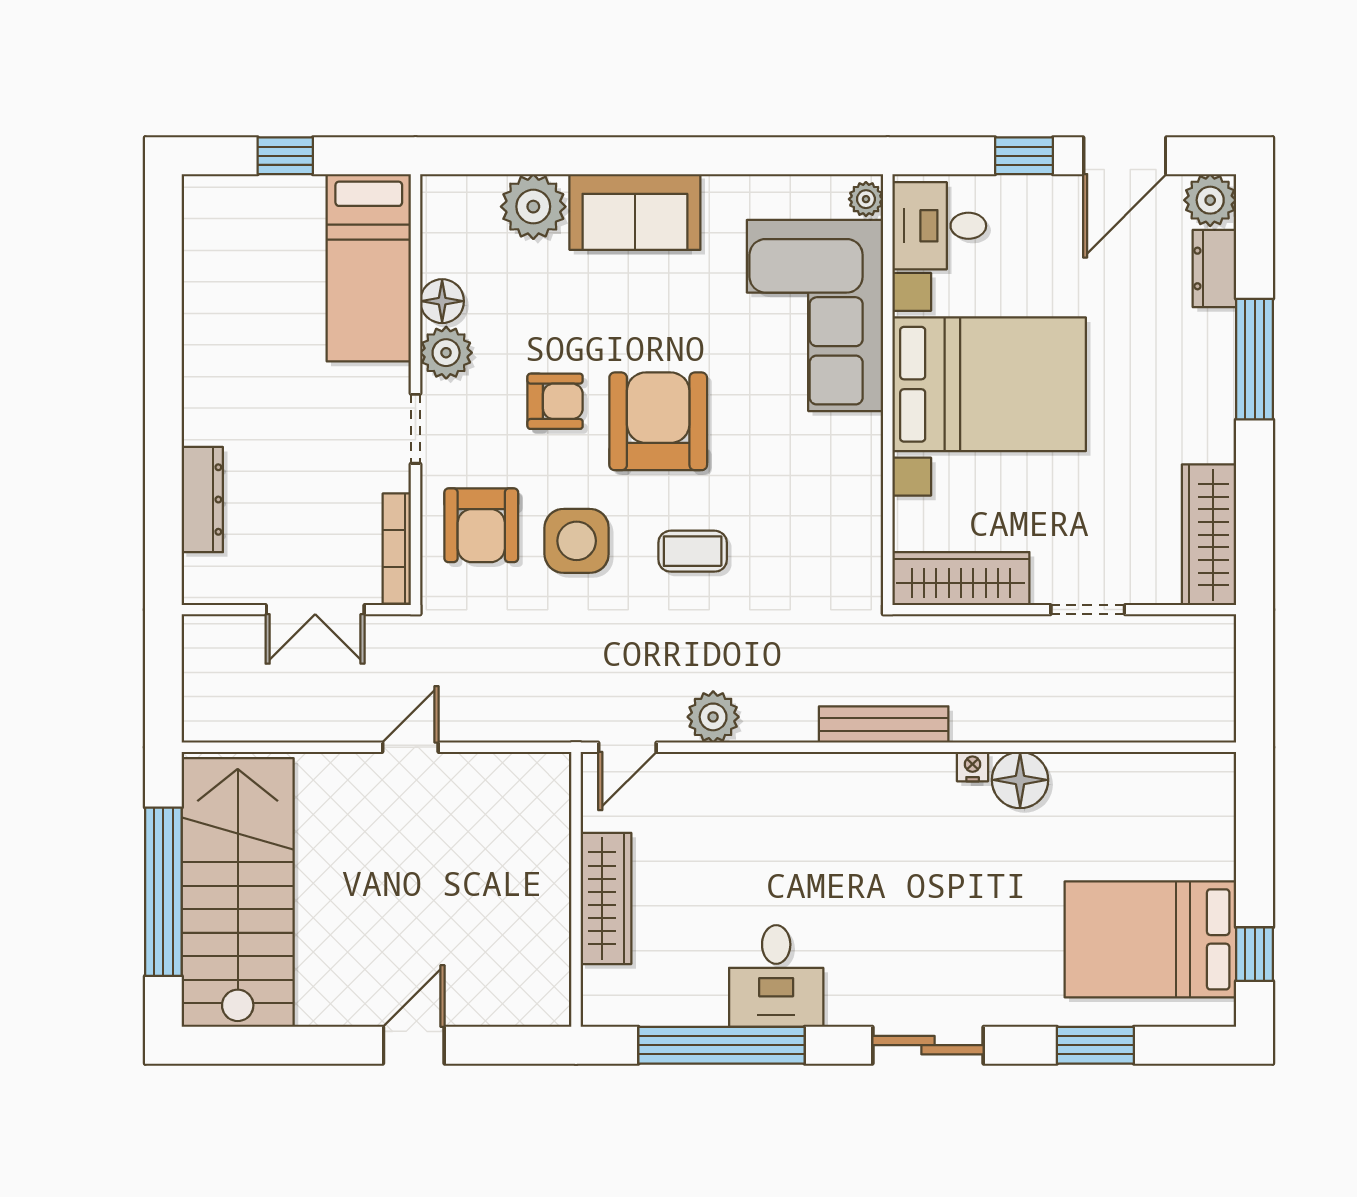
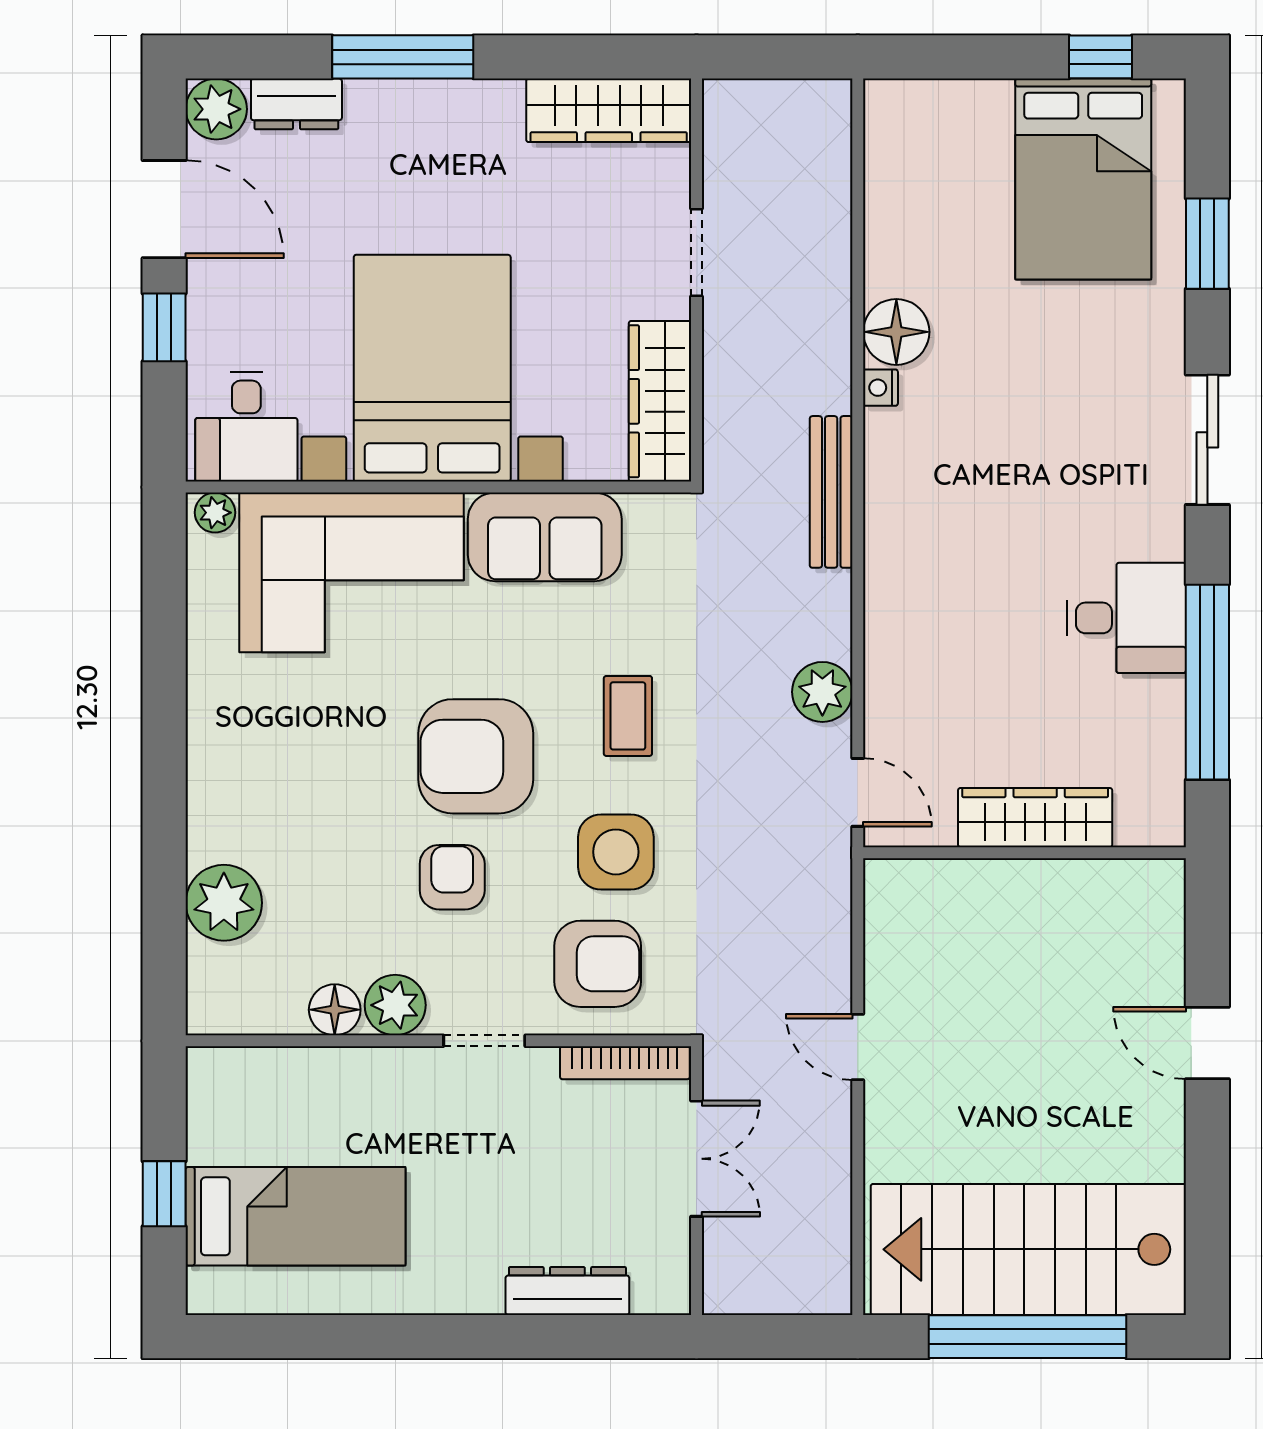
sofa: (635, 212) -> (545, 537), moved, turned 90
bed: (369, 268) -> (296, 1216), moved

